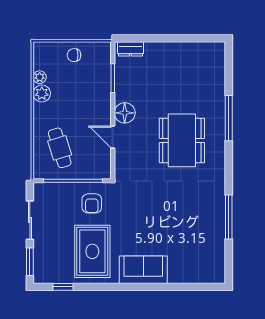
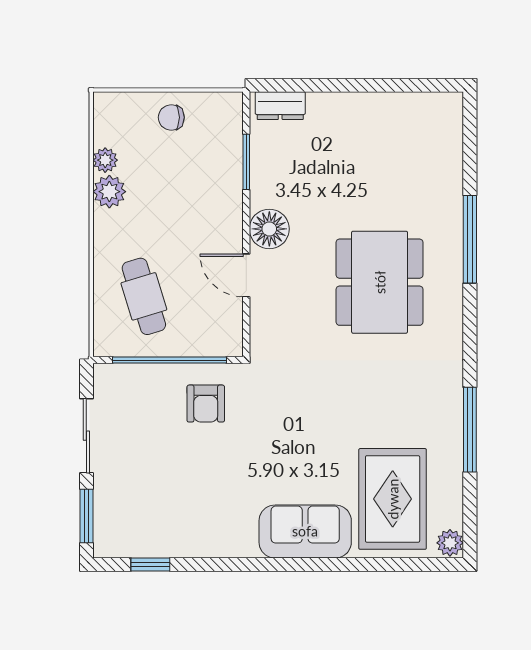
rug: (92, 251) -> (393, 499), moved
plant: (218, 276) -> (450, 543), added

